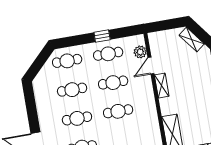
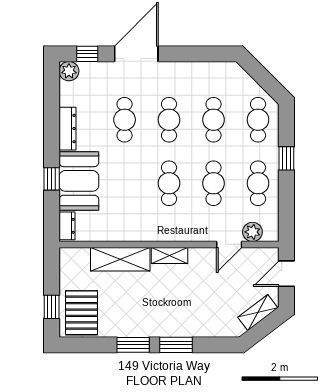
door: (163, 25) -> (286, 274), added
window: (102, 36) -> (286, 158), moved
door: (151, 66) -> (229, 244), swing flipped
shelving: (162, 86) -> (169, 255), moved

